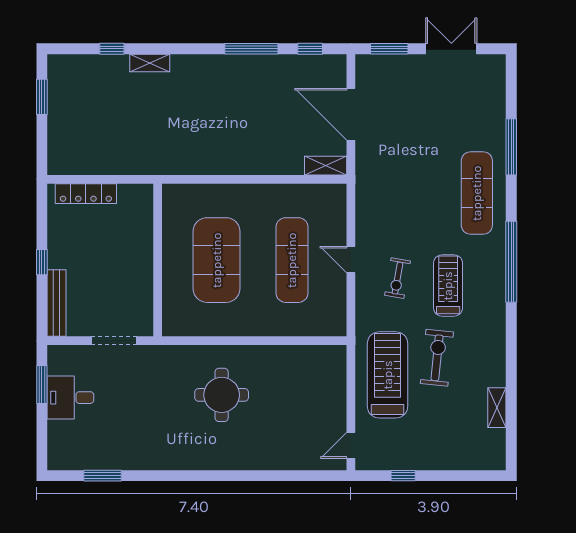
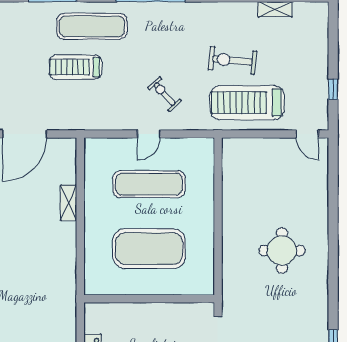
shelving: (326, 166) -> (68, 203), moved
exercise bike: (397, 278) -> (164, 94), turned -142
treadmill: (448, 286) -> (75, 67), moved
round table: (222, 395) -> (282, 251), moved

